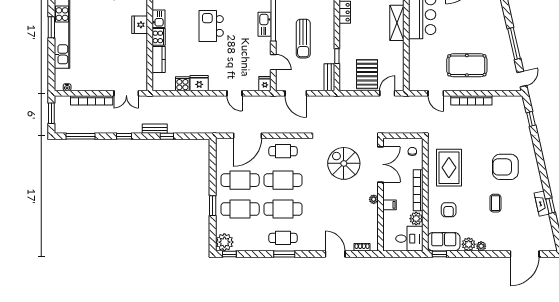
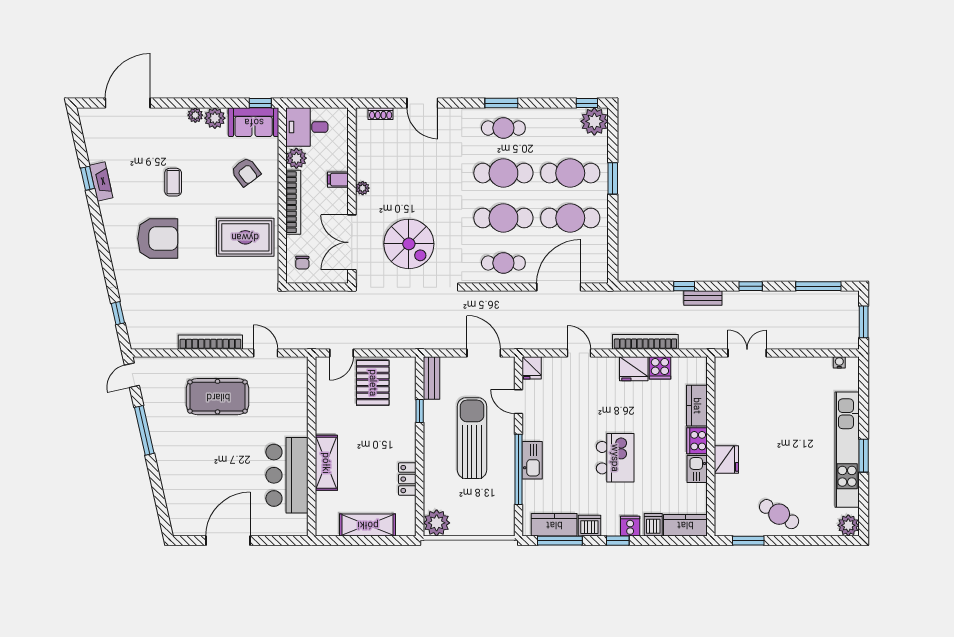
sun lounger: (303, 39) -> (472, 438), width x1.36, depth x1.34
bookcase: (92, 100) -> (645, 342), moved
rug: (449, 168) -> (245, 237), turned 90
armchair: (449, 210) -> (246, 172), turned 143

